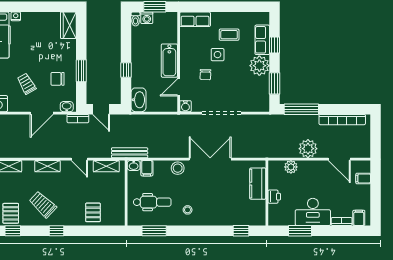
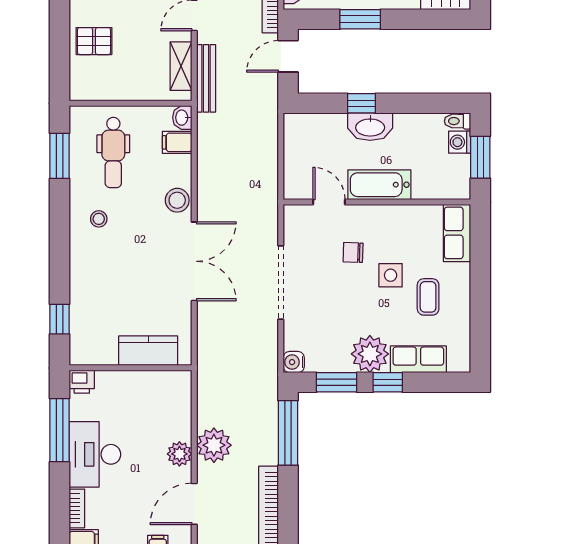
window: (274, 45) -> (388, 382), moved
washbasin: (139, 100) -> (370, 127), moved
water cooler: (185, 106) -> (294, 362), moved
bench: (130, 153) -> (206, 78), moved
plant: (291, 167) -> (179, 454), moved
printer: (274, 197) -> (82, 382), moved
window: (300, 231) -> (60, 430), width x1.44

